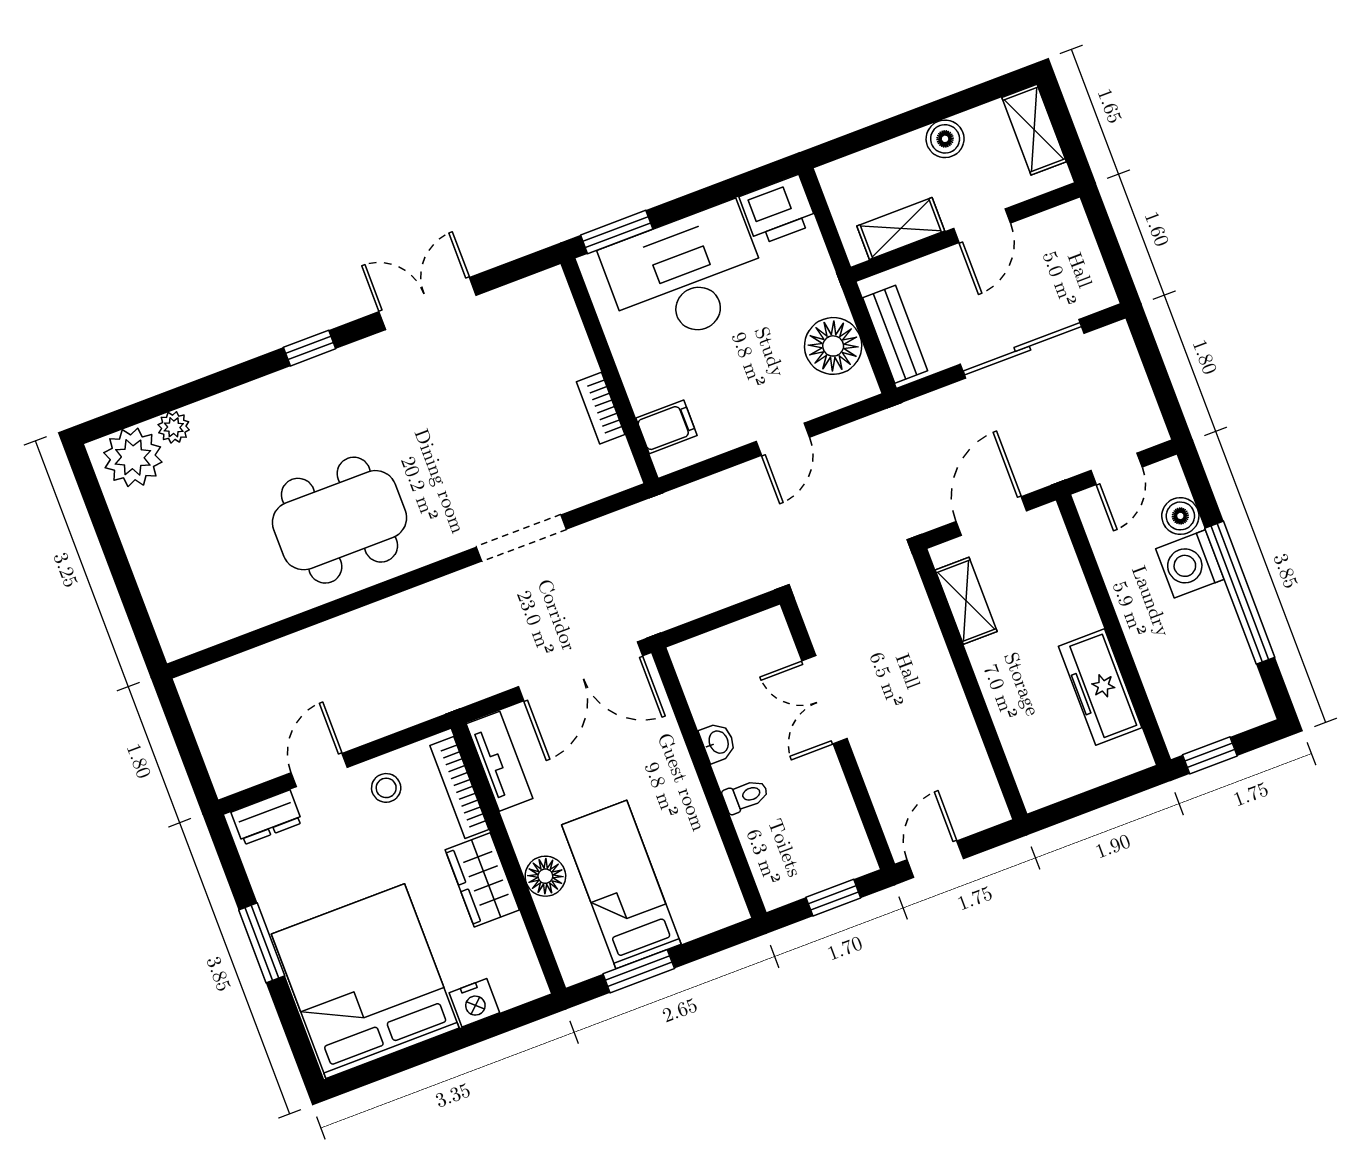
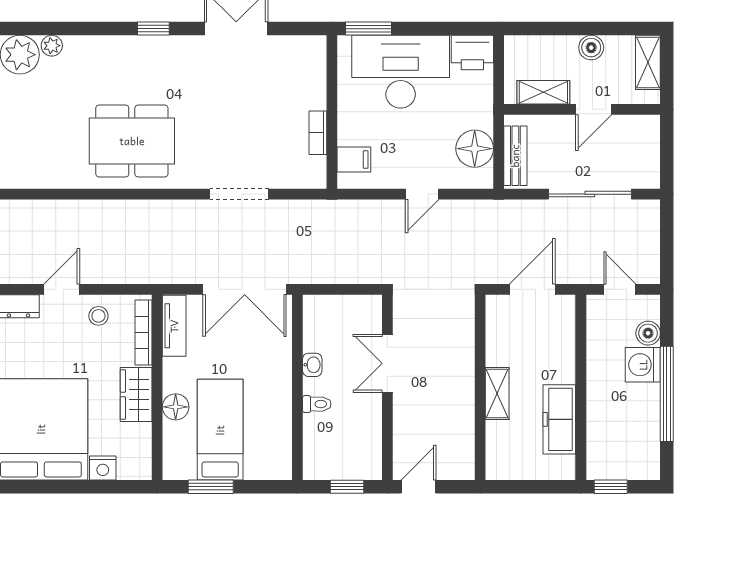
door: (1116, 469) -> (620, 289), swing flipped
shelving: (966, 601) -> (497, 393), moved

